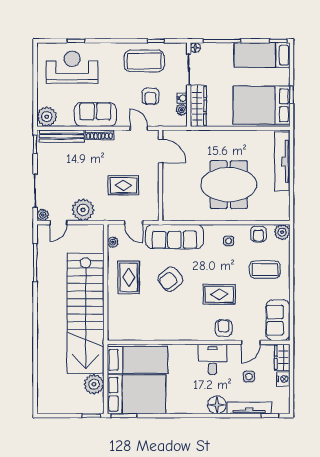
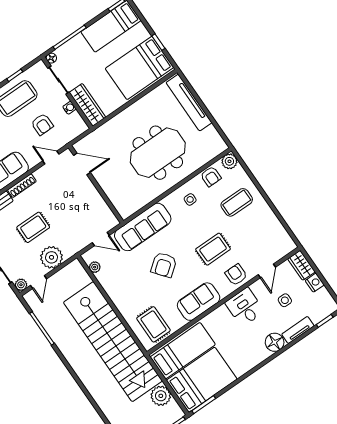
plant: (181, 110) -> (76, 118), removed
rug: (123, 185) -> (33, 227), moved
rug: (129, 277) -> (153, 324), moved
sofa: (278, 320) -> (199, 302), moved, turned 90
tv unit: (249, 408) -> (298, 330), width x0.71

